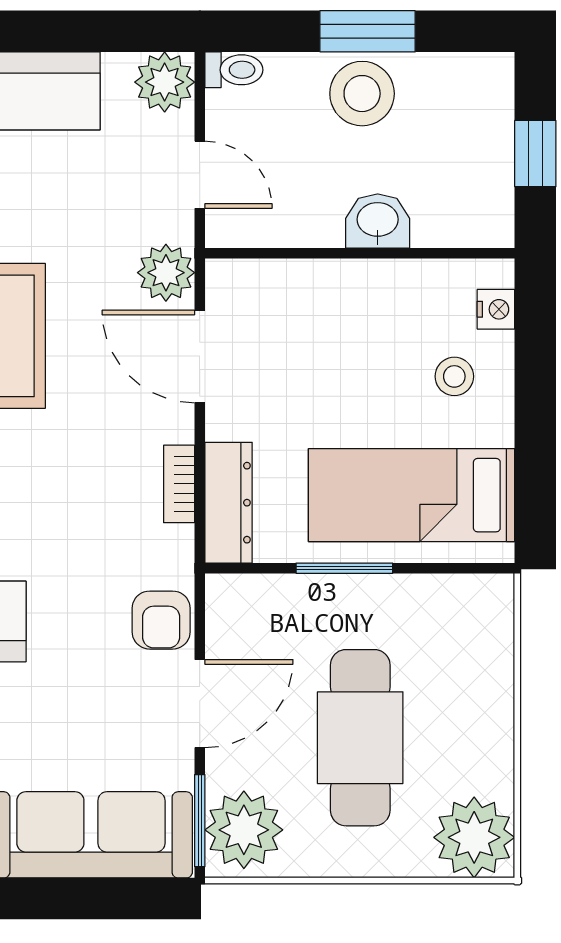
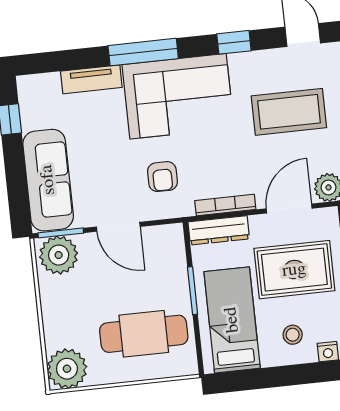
rug: (324, 359) -> (294, 270), added
bookcase: (179, 484) -> (225, 205), width x1.56
armchair: (161, 620) -> (162, 177), moved, turned -90
cafe table: (360, 738) -> (144, 334), moved

